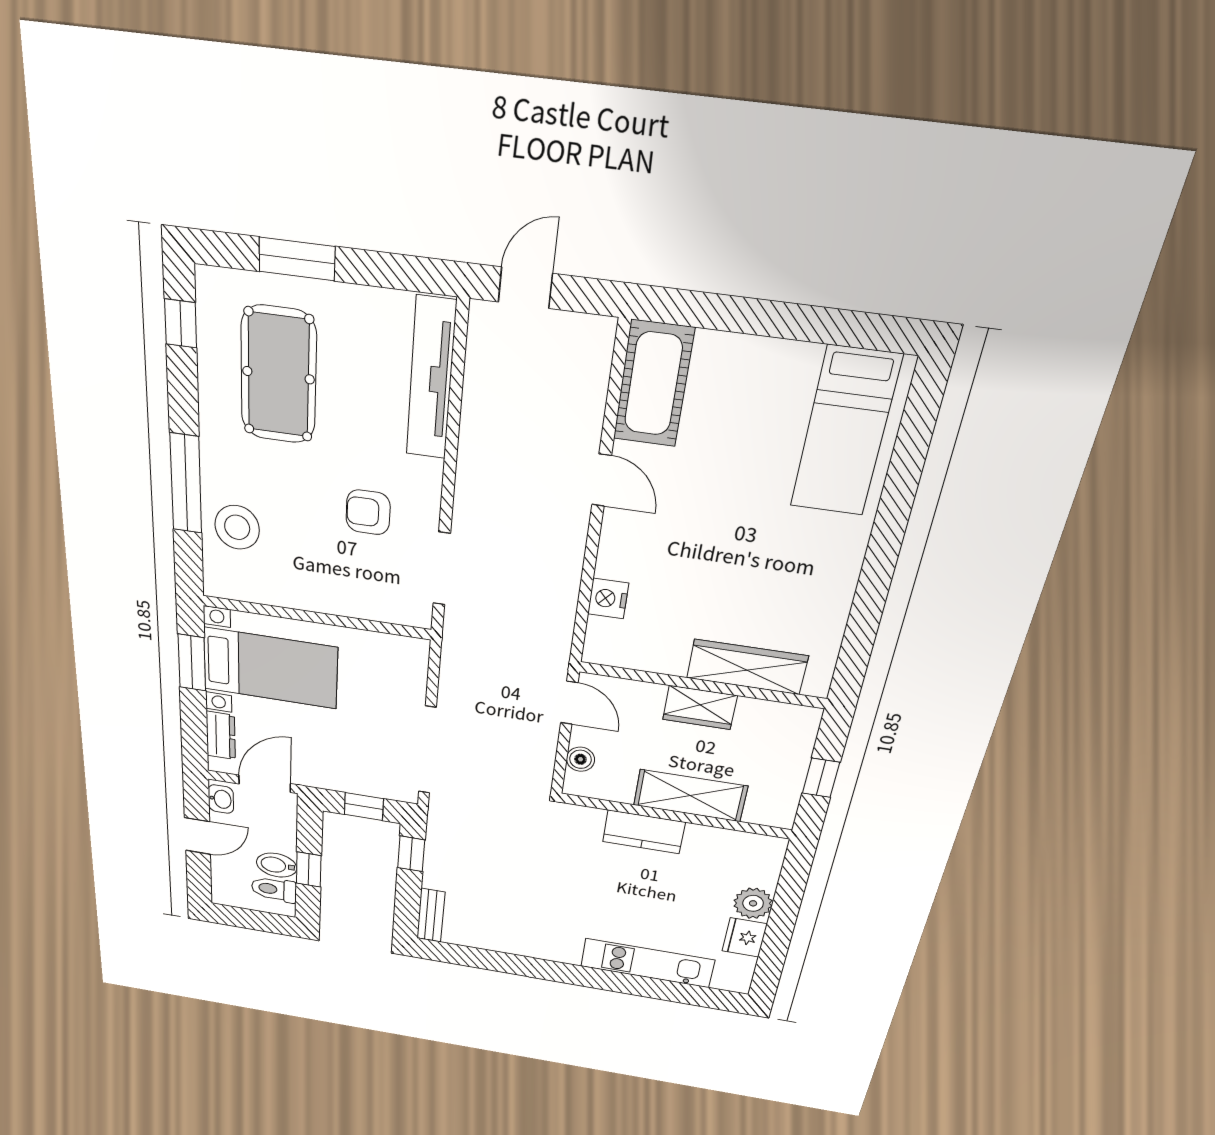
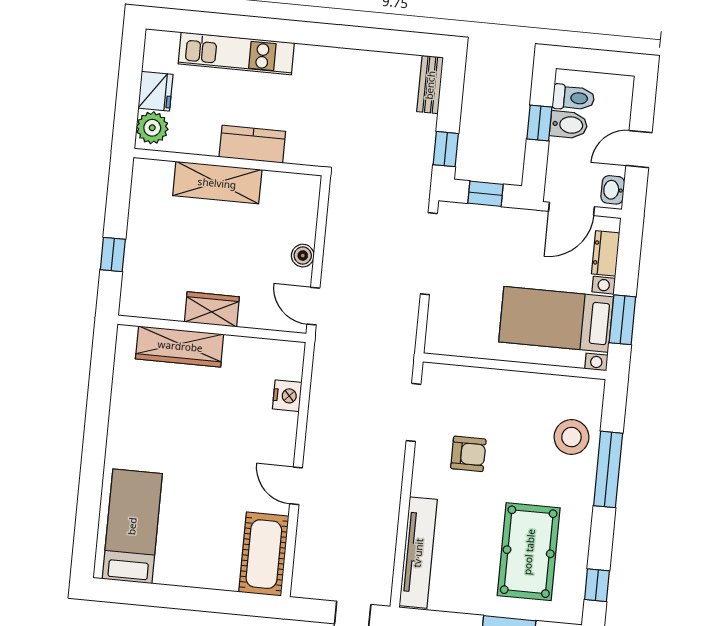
shelving: (690, 796) -> (217, 183), moved
wall: (675, 816) -> (228, 162), moved
kitchen counter: (644, 832) -> (252, 144), moved

